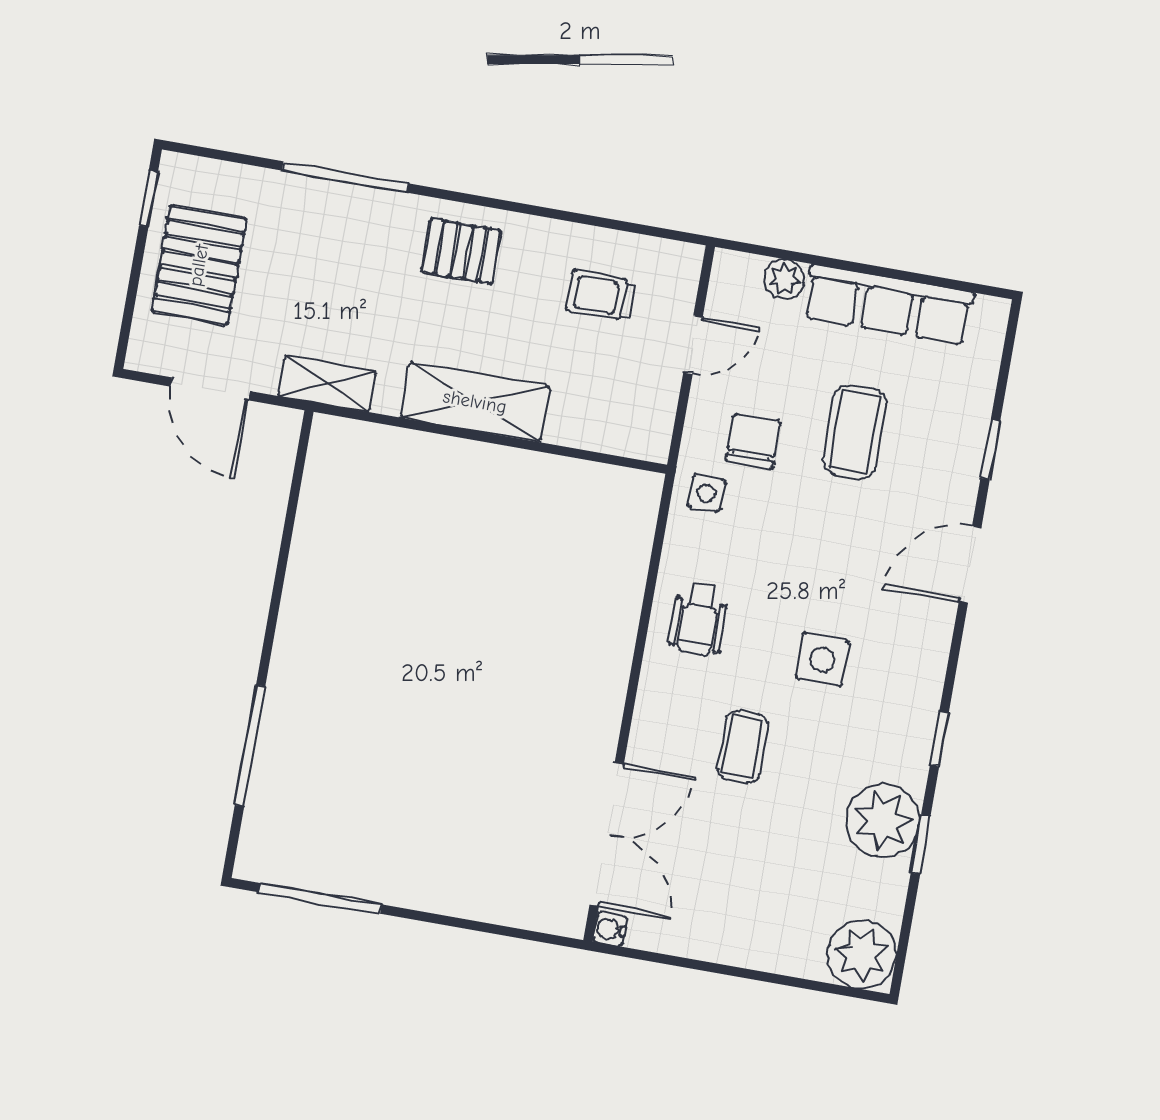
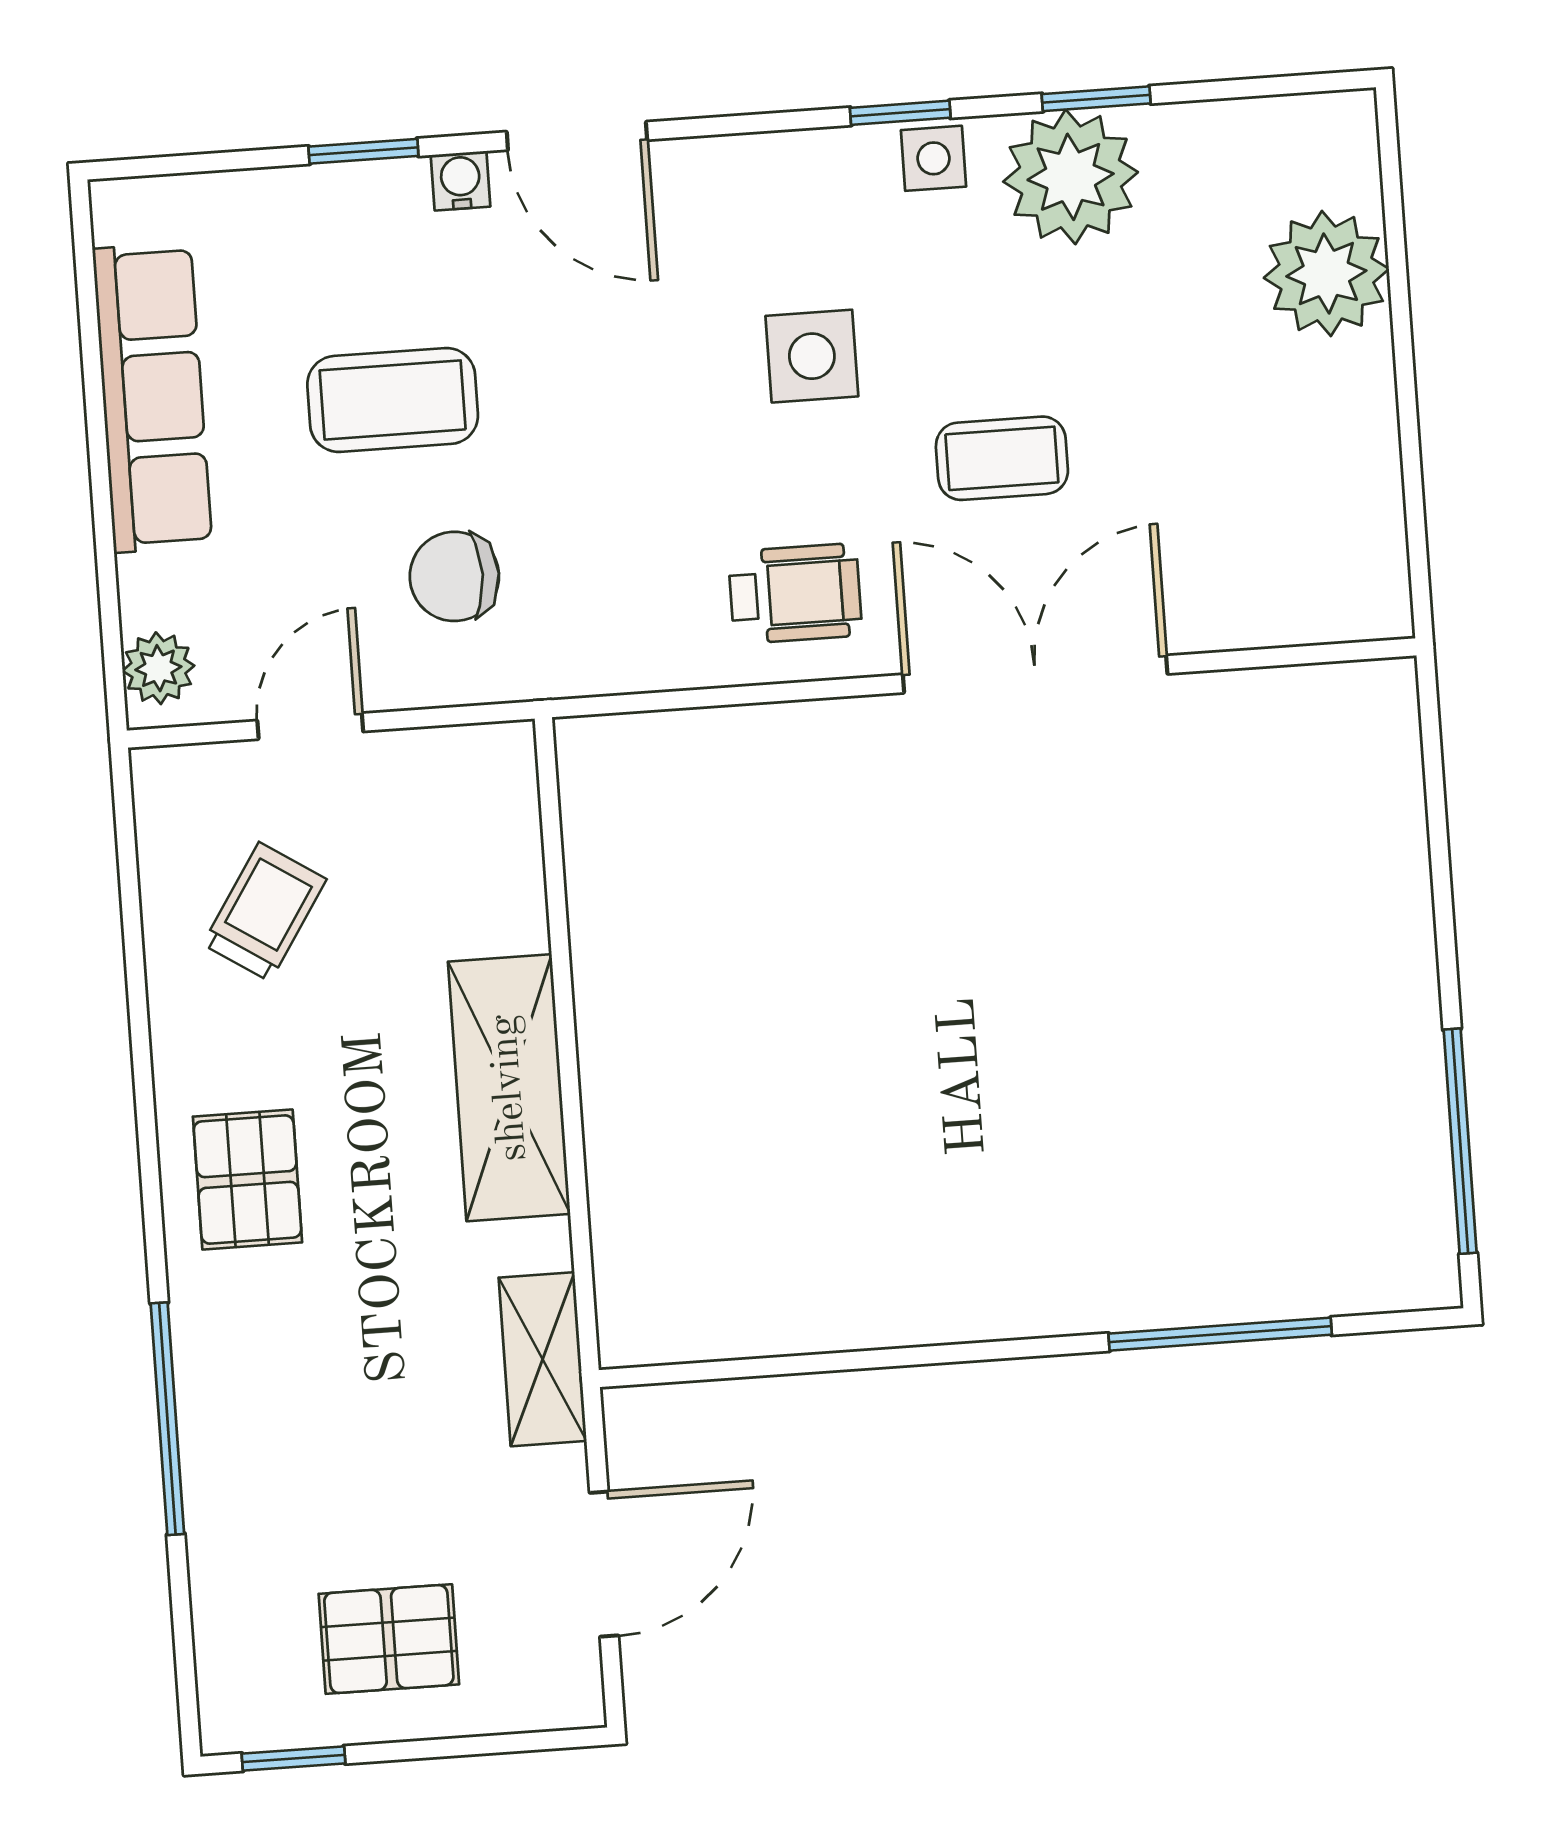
pallet: (199, 265) -> (389, 1639), width x0.67, depth x0.71
plant: (784, 279) -> (158, 668), moved
trolley: (601, 296) -> (265, 912), turned -147
door: (693, 345) -> (310, 726), hinge flipped
side table: (706, 493) -> (934, 158), moved
double door: (607, 834) -> (1035, 674), moved
water cooler: (610, 929) -> (460, 181), moved, turned 180
plant: (862, 954) -> (1326, 273), moved

